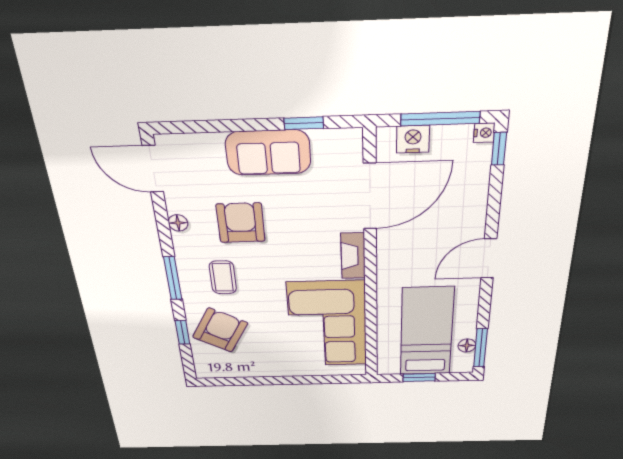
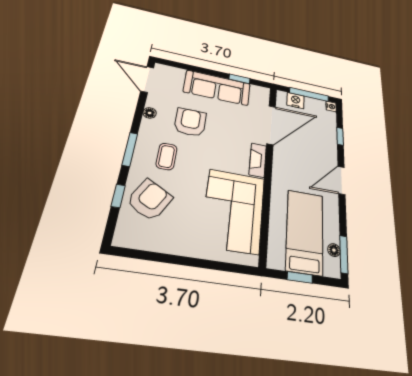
window: (499, 149) -> (340, 136), moved
sofa: (268, 153) -> (217, 88), width x1.36

